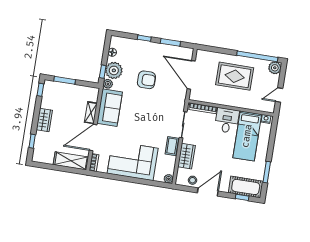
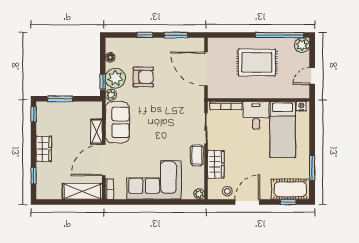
armchair: (146, 80) -> (143, 77), moved

